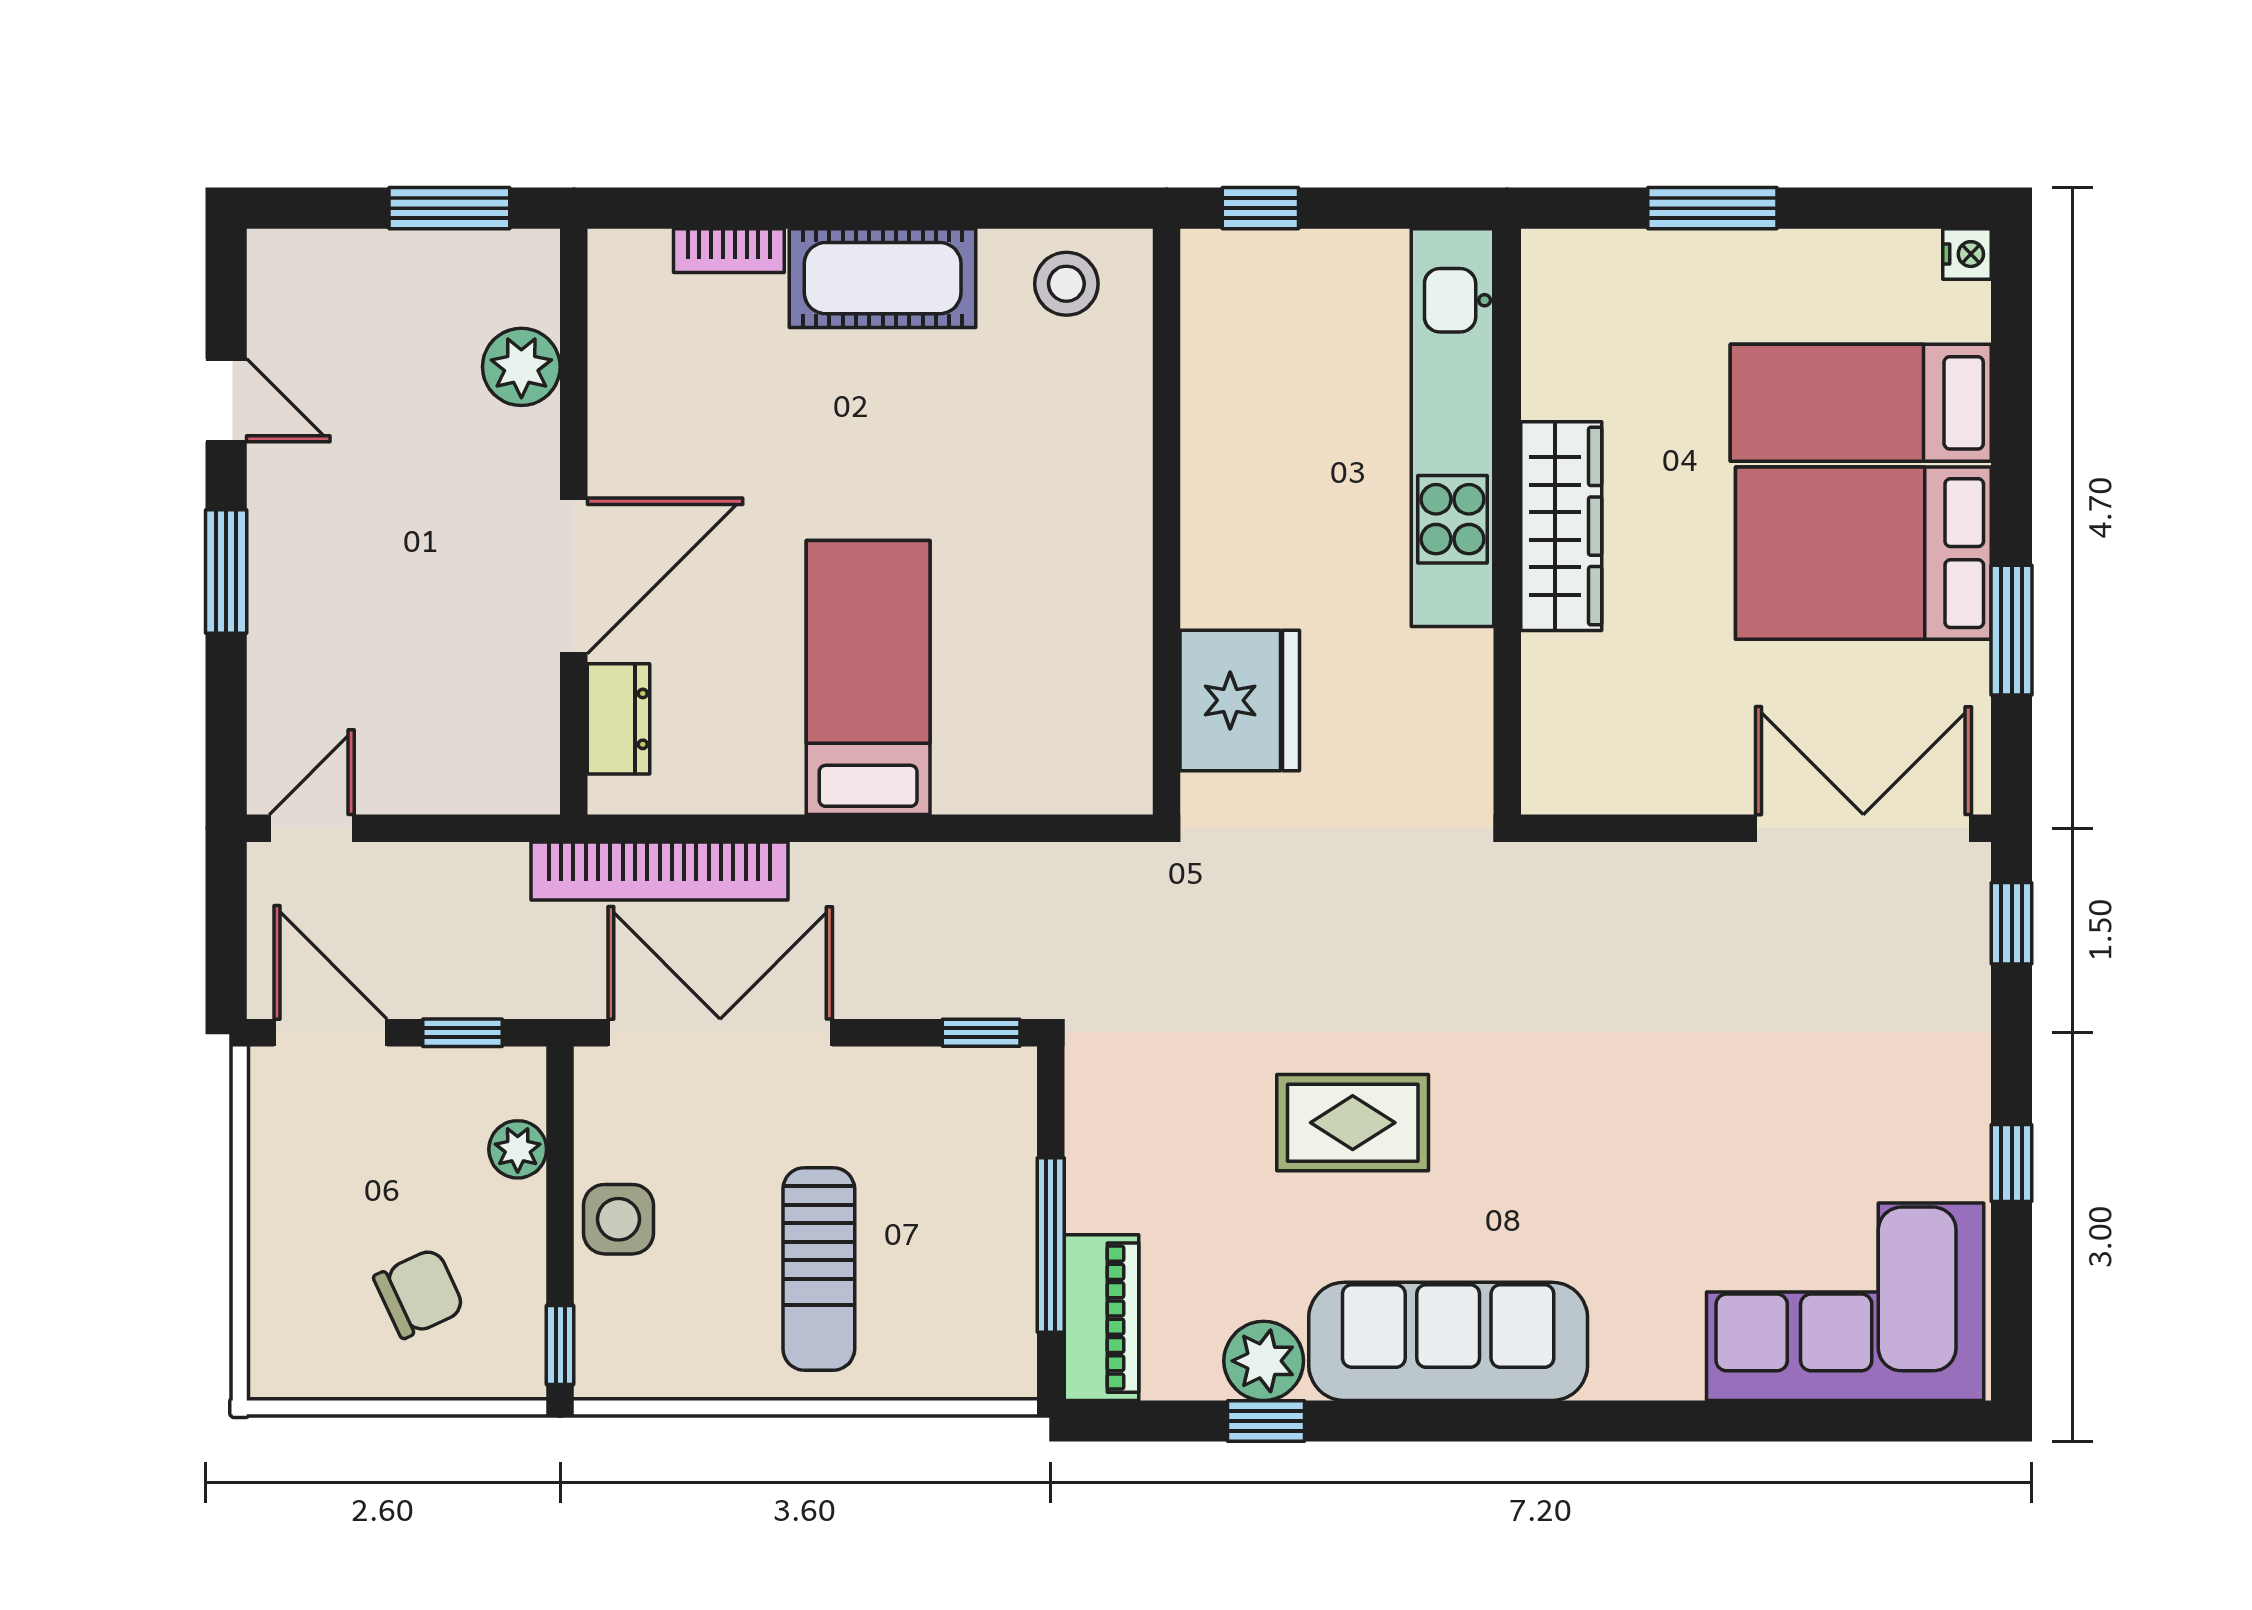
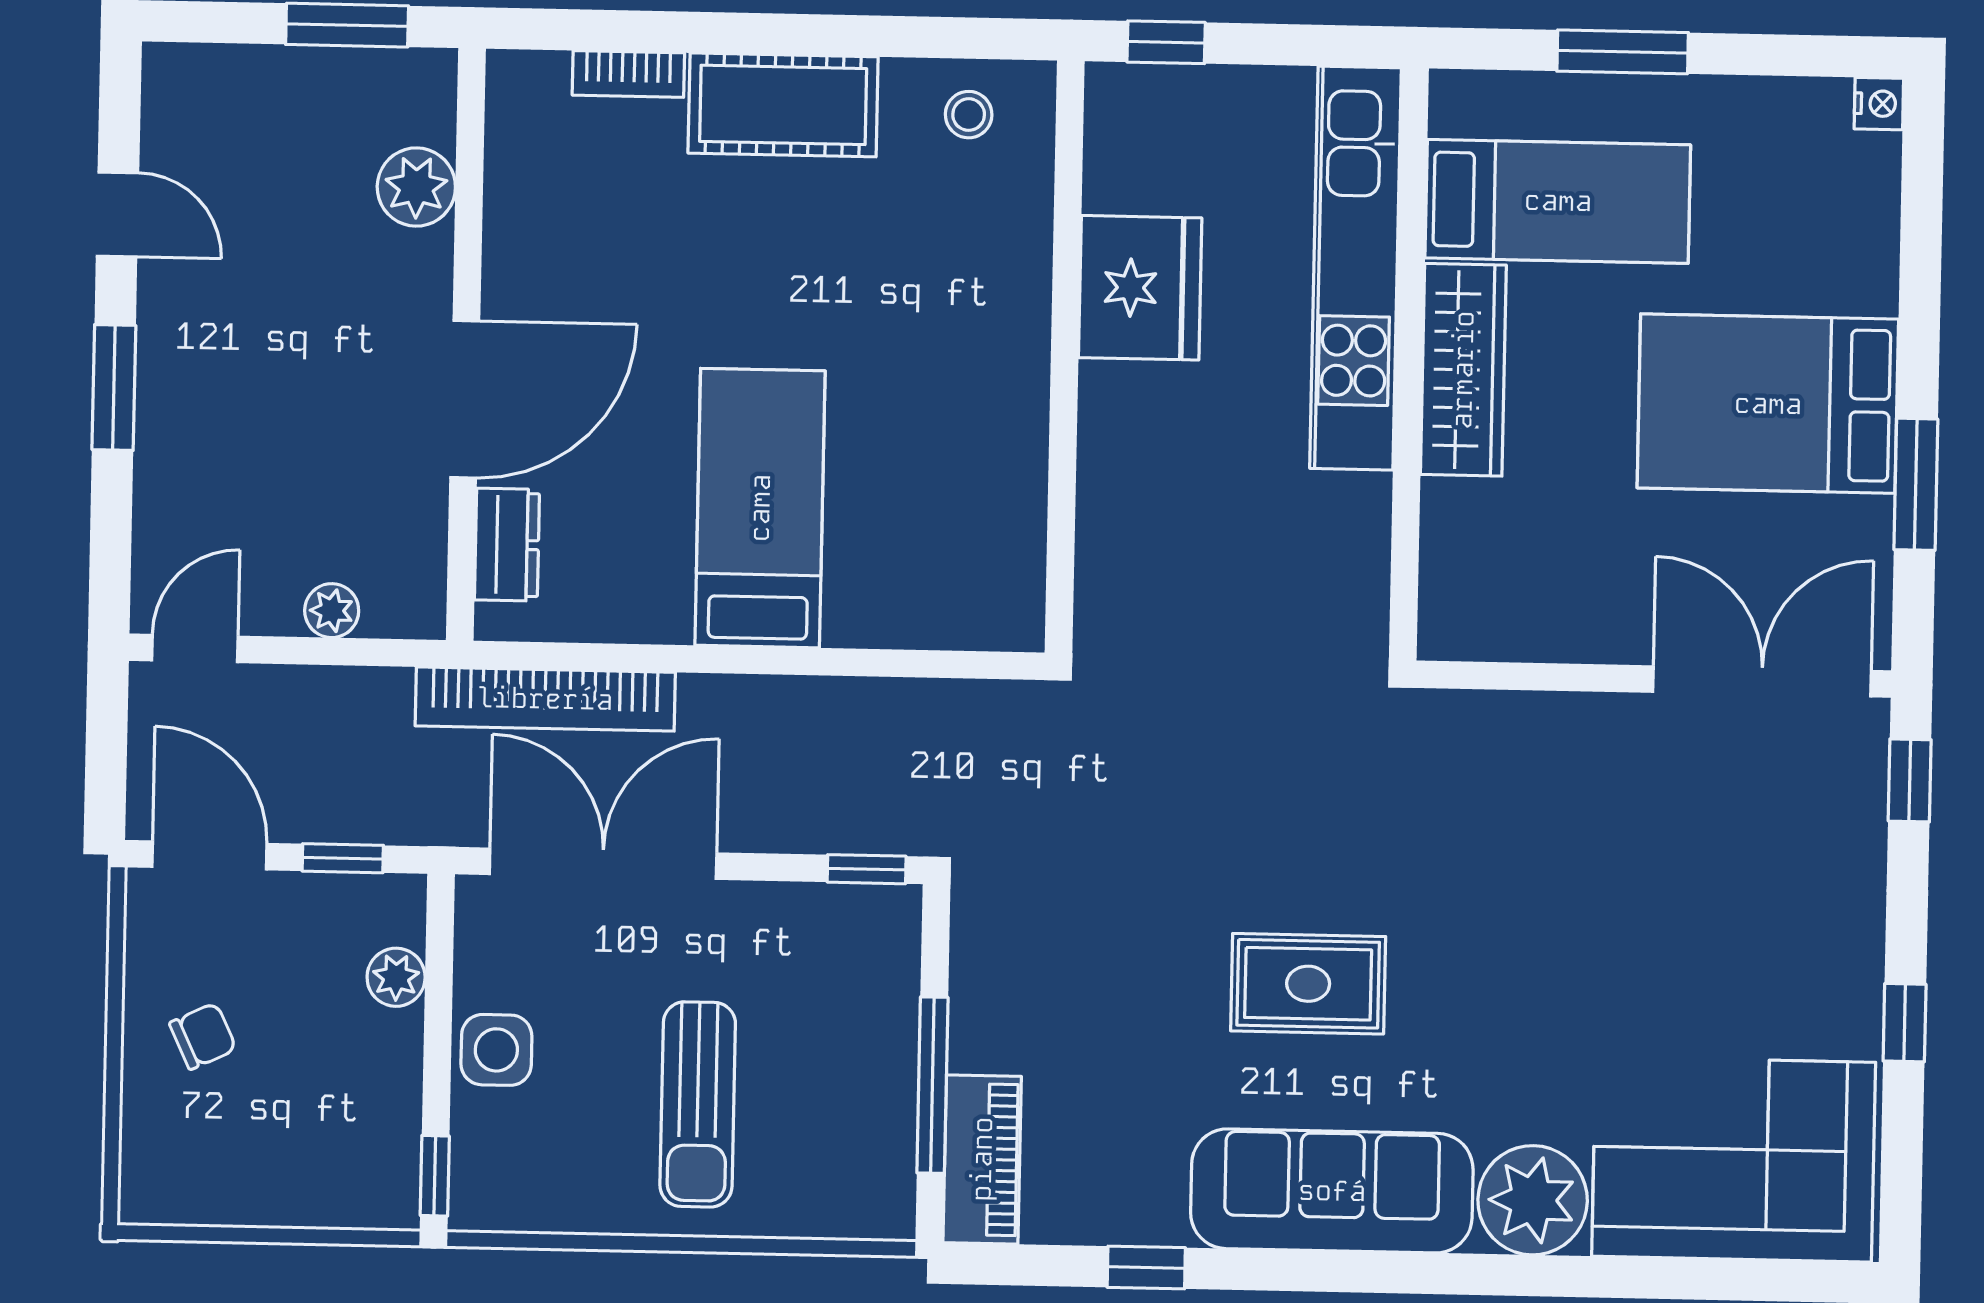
stool: (1066, 284) -> (969, 115), width x0.73, depth x0.73
bed: (1861, 403) -> (1558, 201), moved, turned 180
fridge: (1240, 700) -> (1140, 288), moved
plant: (446, 788) -> (332, 611), added
rug: (1353, 1123) -> (1308, 984), moved
chair: (419, 1293) -> (203, 1036), moved, width x0.73, depth x0.73
plant: (1264, 1361) -> (1533, 1200), moved, width x1.36, depth x1.36

